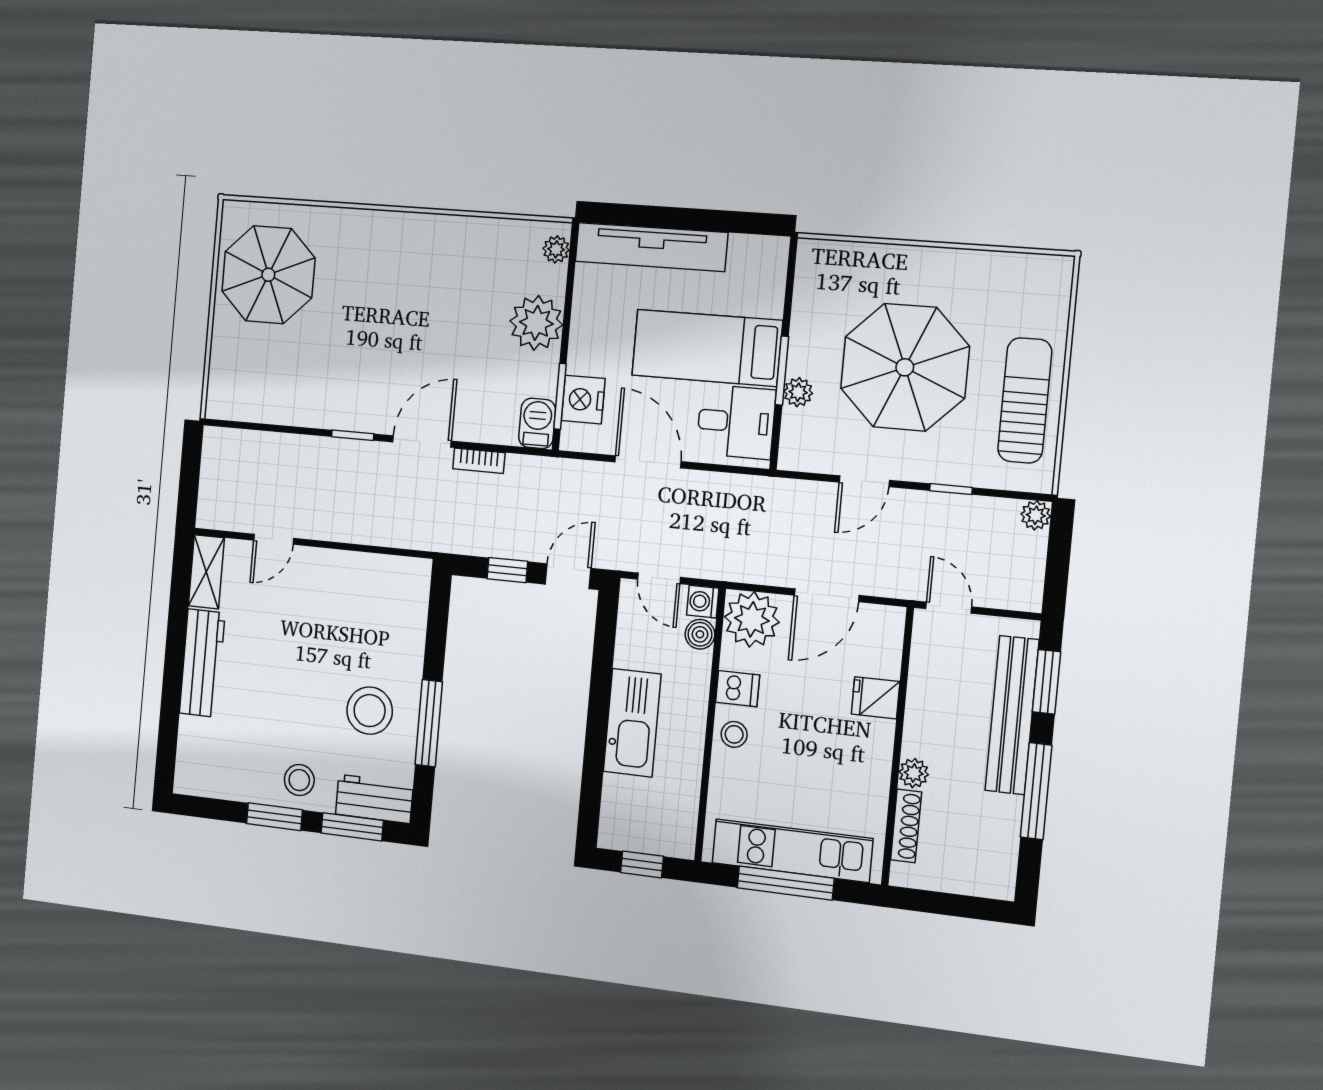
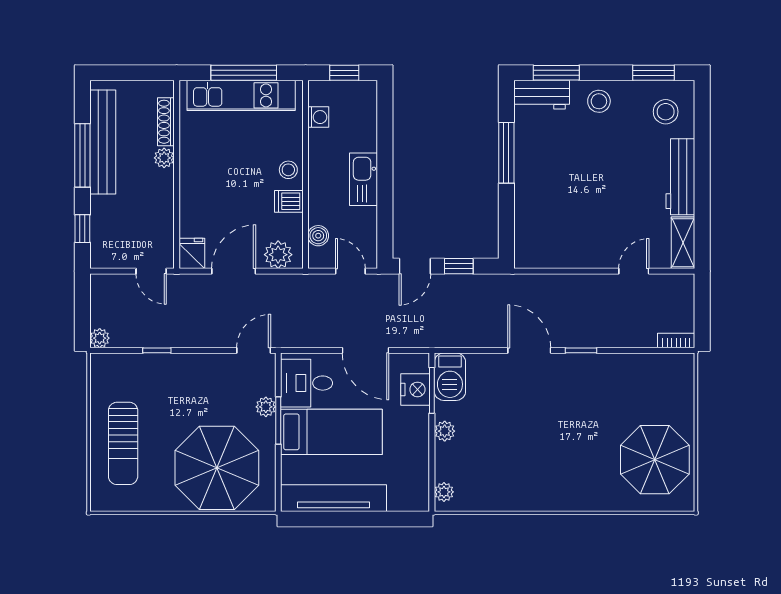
tv unit: (651, 247) -> (334, 498), moved
plant: (536, 323) -> (445, 431), width x0.53, depth x0.53
parasol: (905, 367) -> (217, 468), moved
sun lounger: (1025, 400) -> (123, 443), moved
barbecue: (537, 423) -> (450, 377), width x1.38, depth x1.27
door: (422, 441) -> (529, 350), swing flipped
bookcase: (479, 461) -> (676, 341), moved
door: (864, 481) -> (254, 350), moved
washing machine: (703, 602) -> (318, 117), moved
plant: (752, 619) -> (278, 255), width x0.73, depth x0.73
window: (1046, 682) -> (82, 229), width x0.67
fridge: (876, 698) -> (192, 253), moved, turned -90
stool: (370, 711) -> (666, 112), moved, width x0.73, depth x0.73
bench: (1012, 715) -> (103, 142), moved
kitchen sink: (632, 723) -> (363, 179), width x0.73, depth x0.81
window: (274, 817) -> (653, 73), moved

